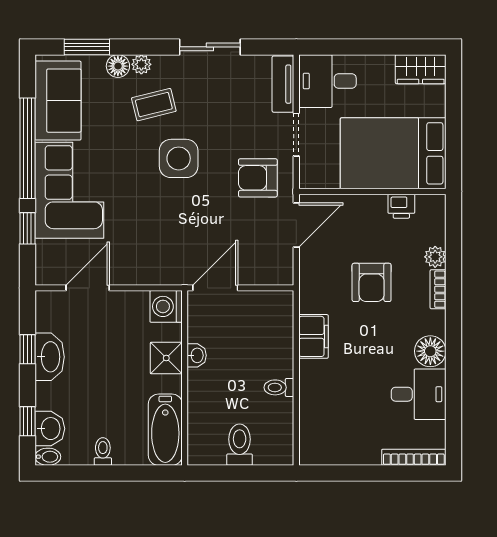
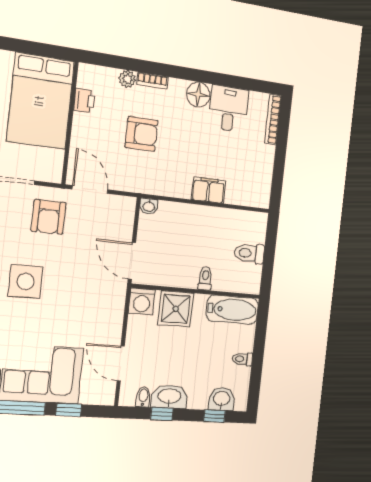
filing cabinet: (313, 336) -> (208, 190), moved
washbasin: (197, 355) -> (149, 206), moved, turned 180
shower: (166, 358) -> (176, 309), width x1.36, depth x1.36
toilet: (279, 387) -> (205, 278), moved, turned 180
bidet: (48, 457) -> (143, 397), moved

